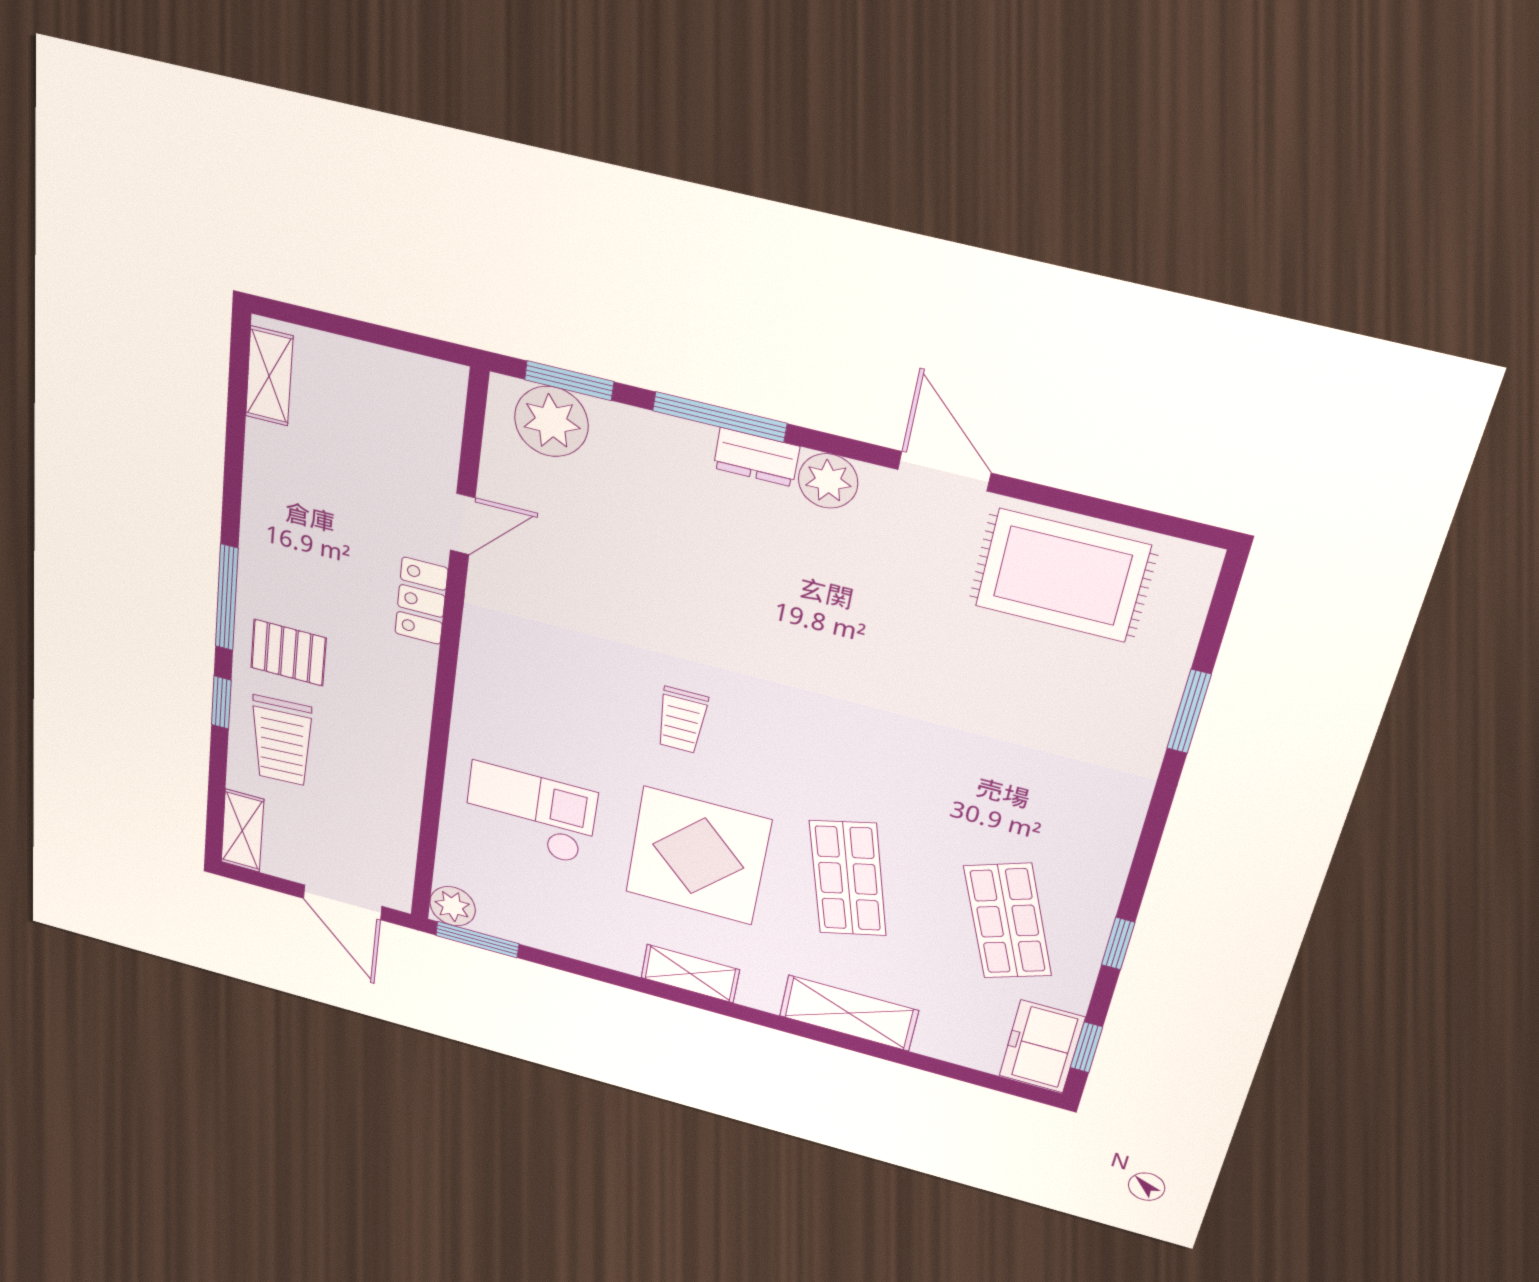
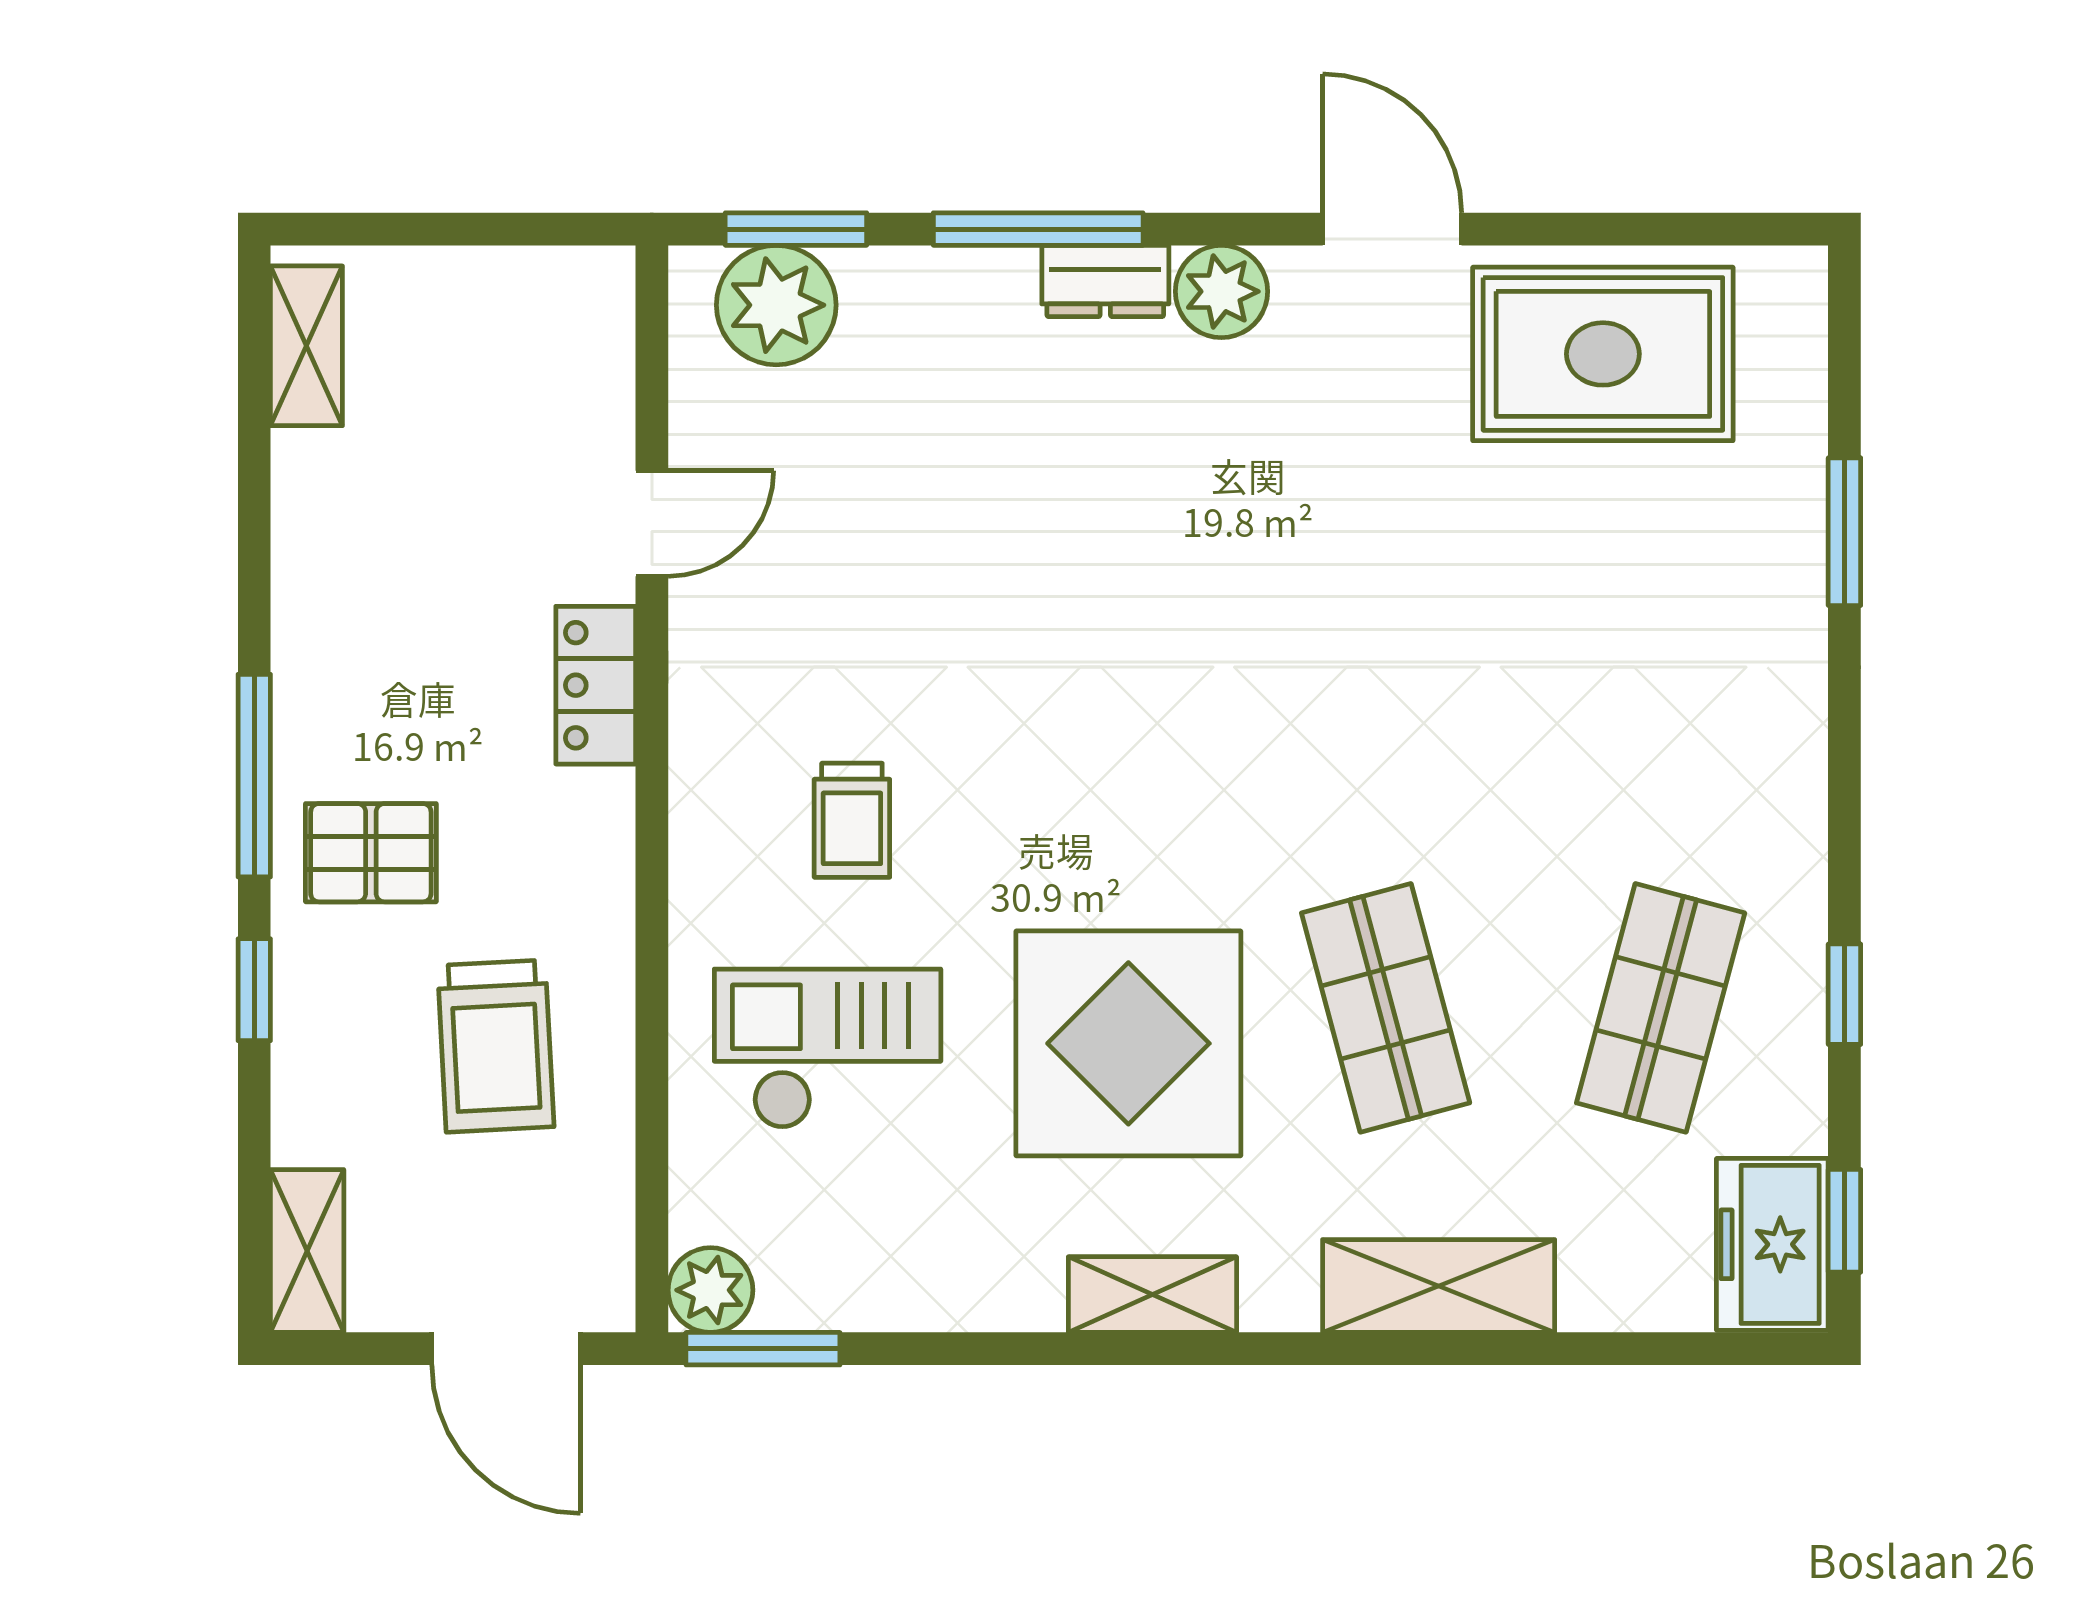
trolley: (682, 720) -> (852, 820), moved
trolley: (282, 741) -> (496, 1046), moved
shop shelf: (1008, 921) -> (1661, 1008), turned 36

